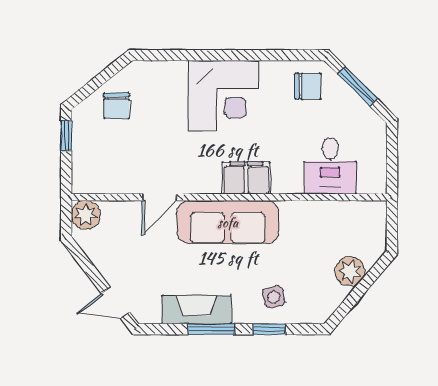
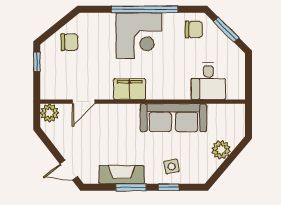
window: (232, 55) -> (144, 9), added
chair: (117, 106) -> (69, 42), turned -90
filing cabinet: (246, 178) -> (130, 89), moved
door: (159, 197) -> (84, 102), moved
sofa: (228, 222) -> (173, 118), moved

